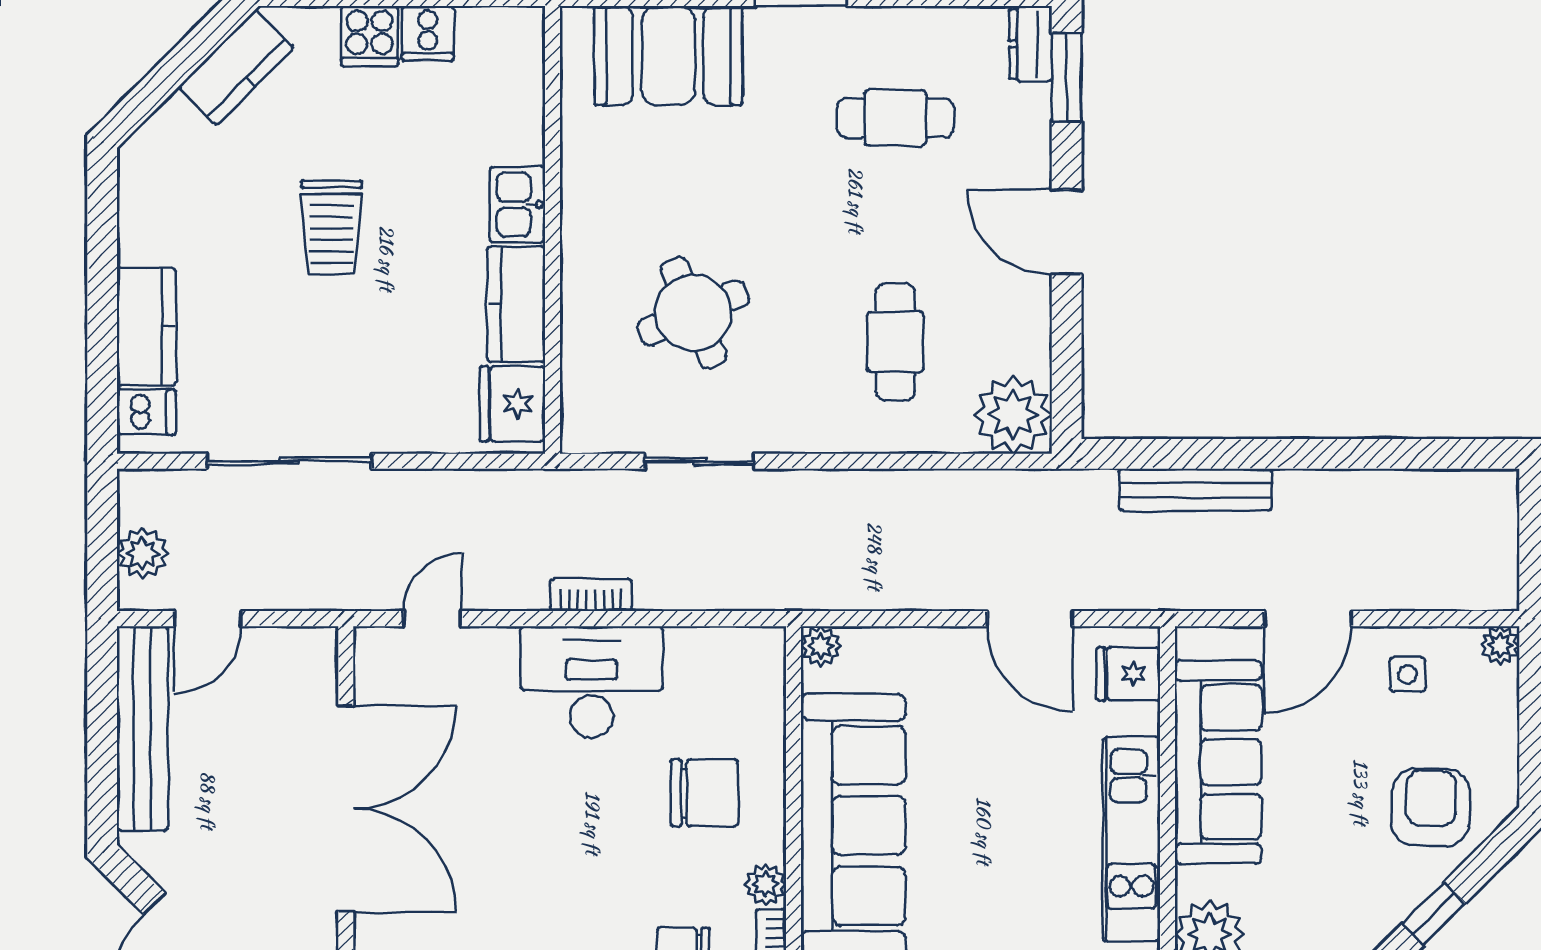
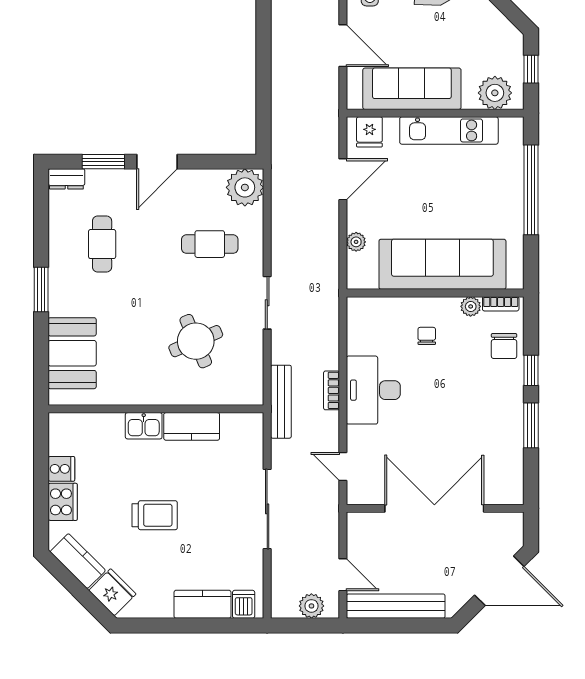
cooker: (370, 36) -> (63, 502), width x1.36
window: (1067, 77) -> (103, 162), moved
fridge: (513, 404) -> (112, 592), moved, turned -135
sliding door: (289, 461) -> (267, 509), moved
sliding door: (699, 461) -> (267, 303), moved
bench: (1195, 490) -> (281, 402), moved
plant: (821, 646) -> (356, 242), moved
chair: (704, 793) -> (427, 336), width x0.54, depth x0.54

